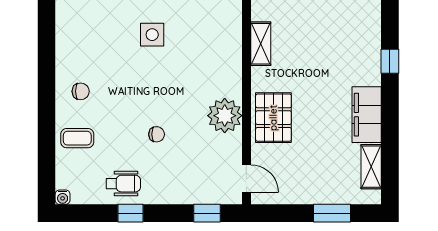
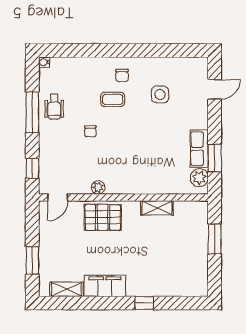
side table: (152, 35) -> (160, 94), moved
plant: (225, 116) -> (98, 187), width x0.53, depth x0.53
coffee table: (77, 138) -> (113, 99), moved, turned 90
window: (131, 213) -> (32, 112), width x2.17

